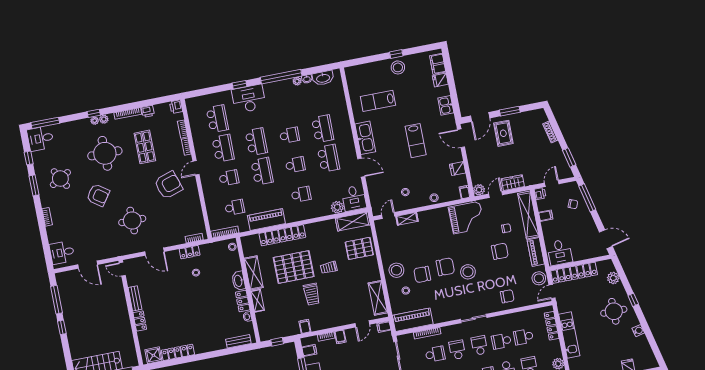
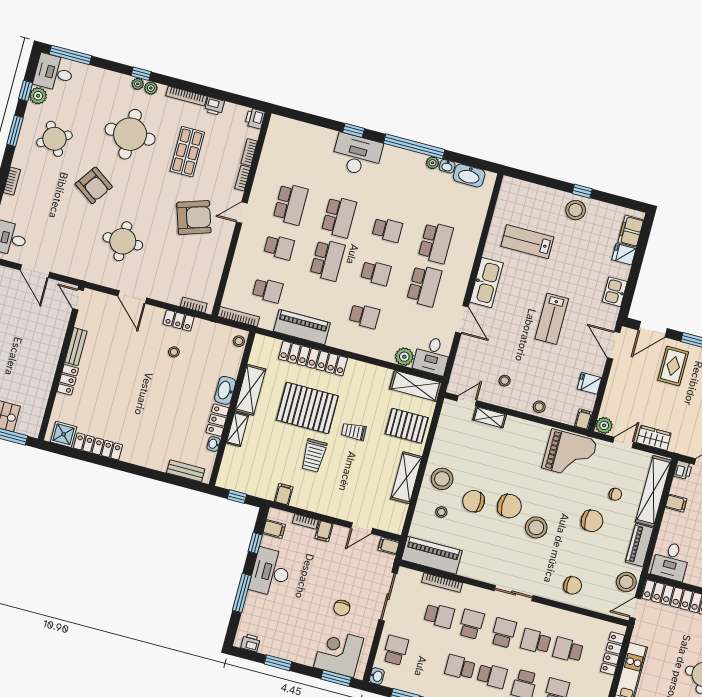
school desk: (217, 119) -> (302, 161), removed
plant: (38, 157) -> (38, 96), added
shelving: (378, 298) -> (406, 478), moved

